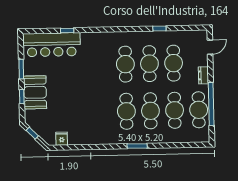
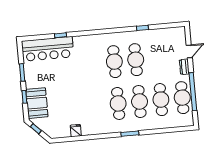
door: (210, 47) -> (189, 51), moved
cafe table: (174, 63) -> (157, 58), removed
booth: (35, 92) -> (37, 103), moved
fridge: (62, 139) -> (76, 131), moved

